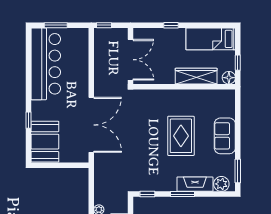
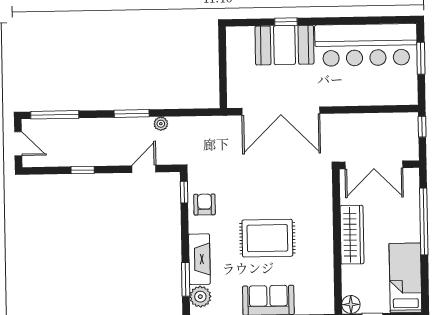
window: (171, 25) -> (424, 221), width x3.17
wardrobe: (196, 76) -> (352, 235), moved
booth: (45, 142) -> (284, 45), moved
armchair: (156, 180) -> (205, 204), added
window: (182, 194) -> (186, 279), moved

